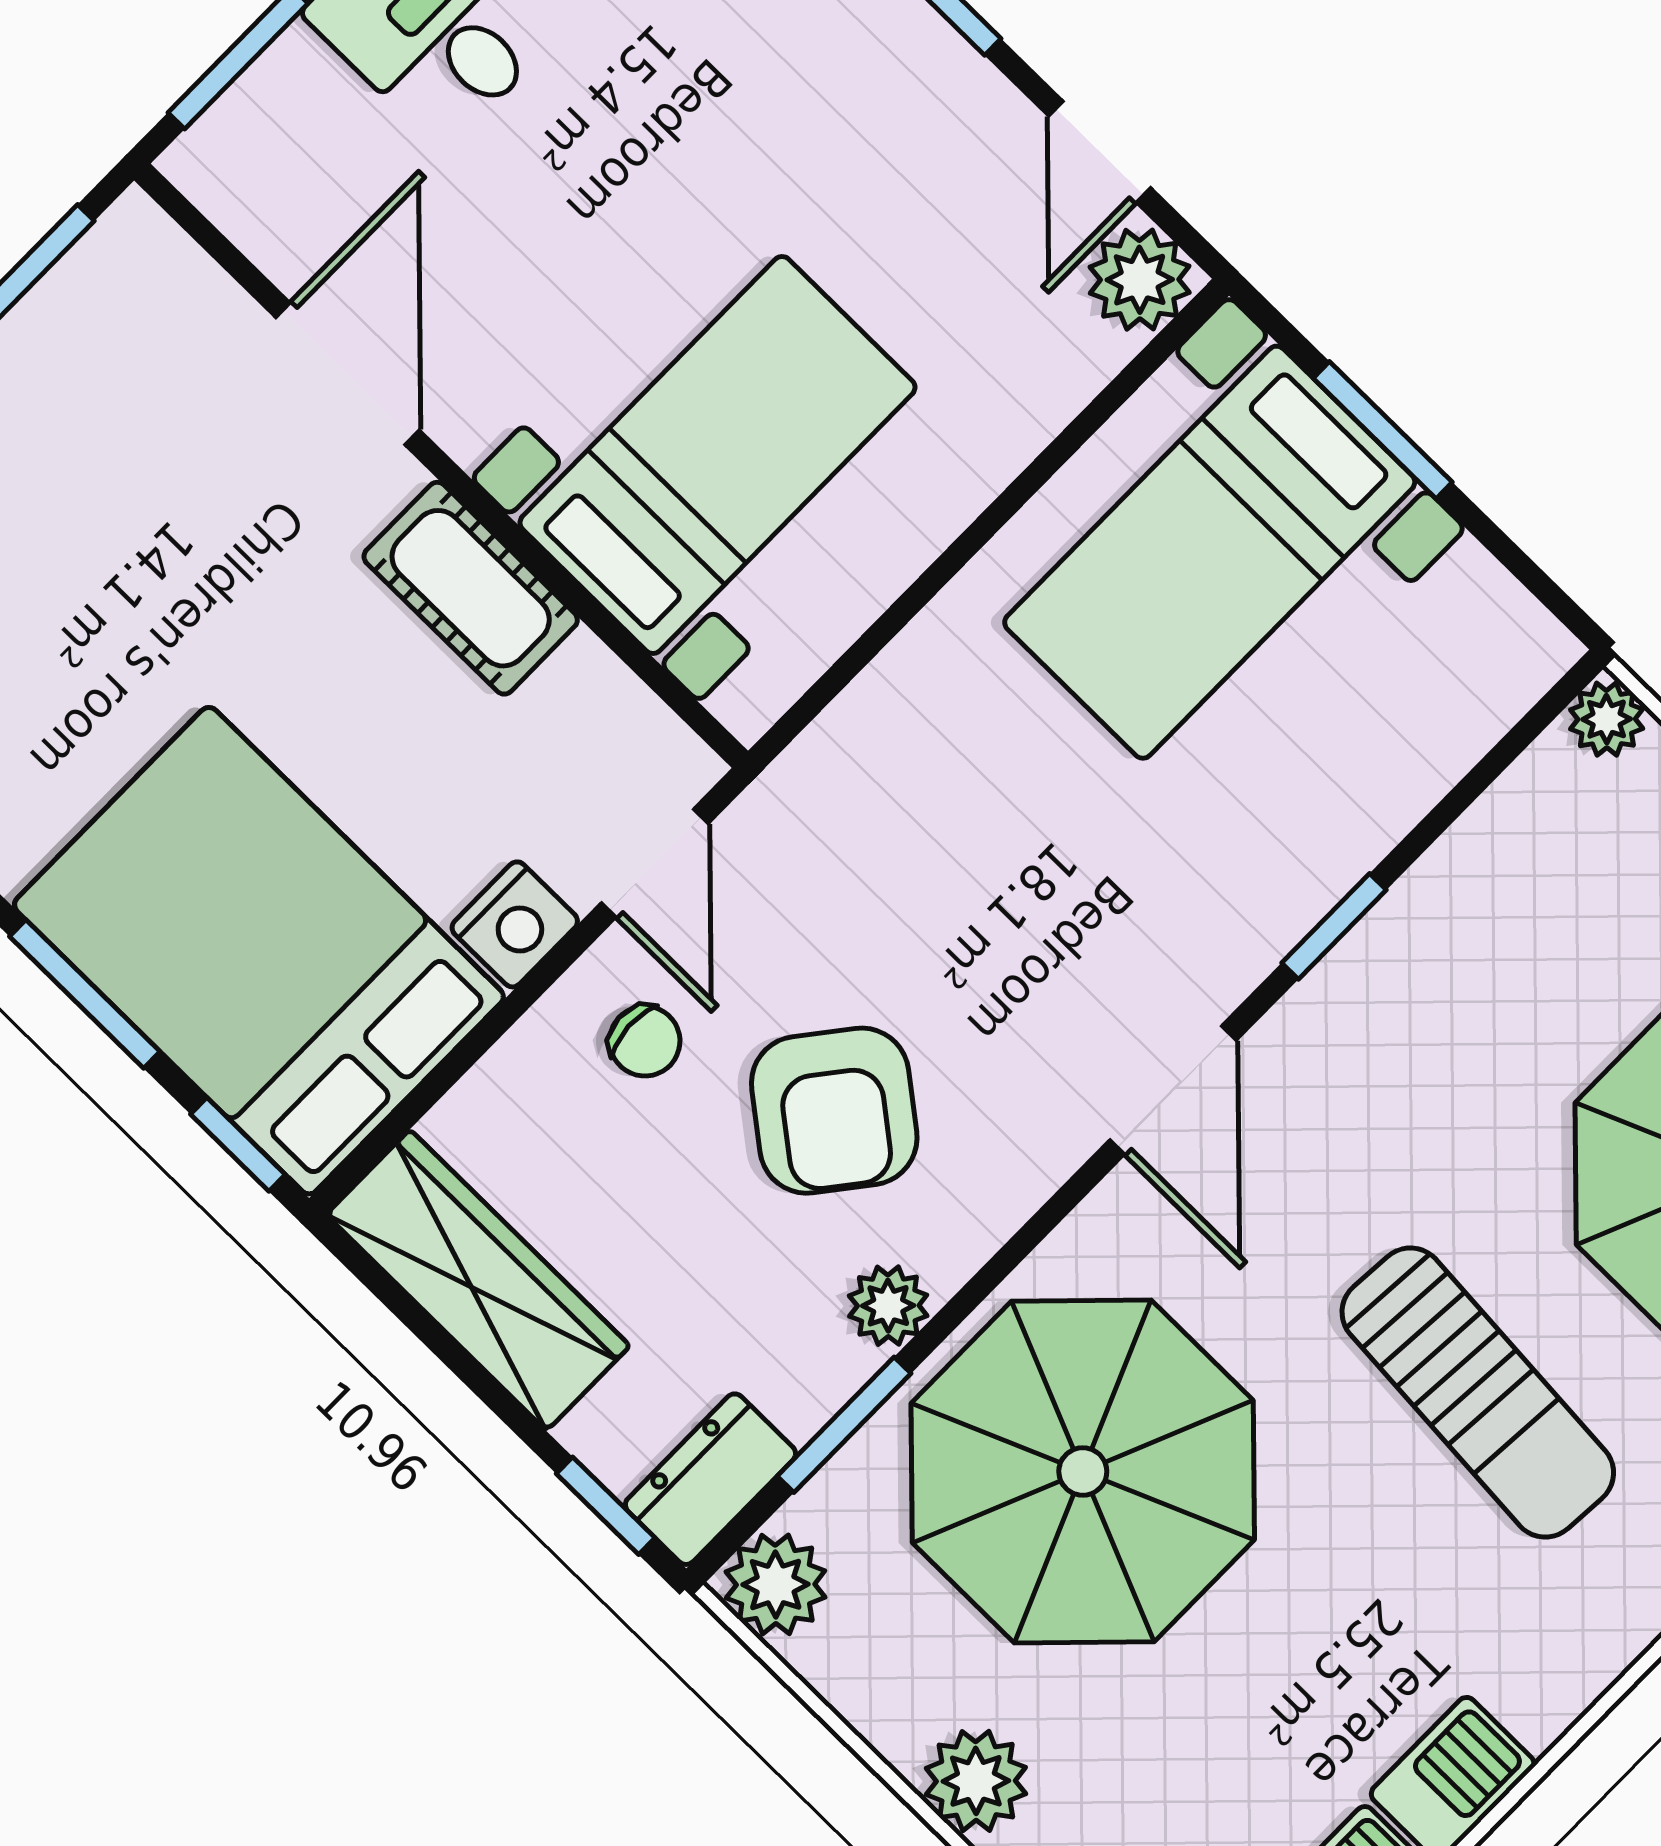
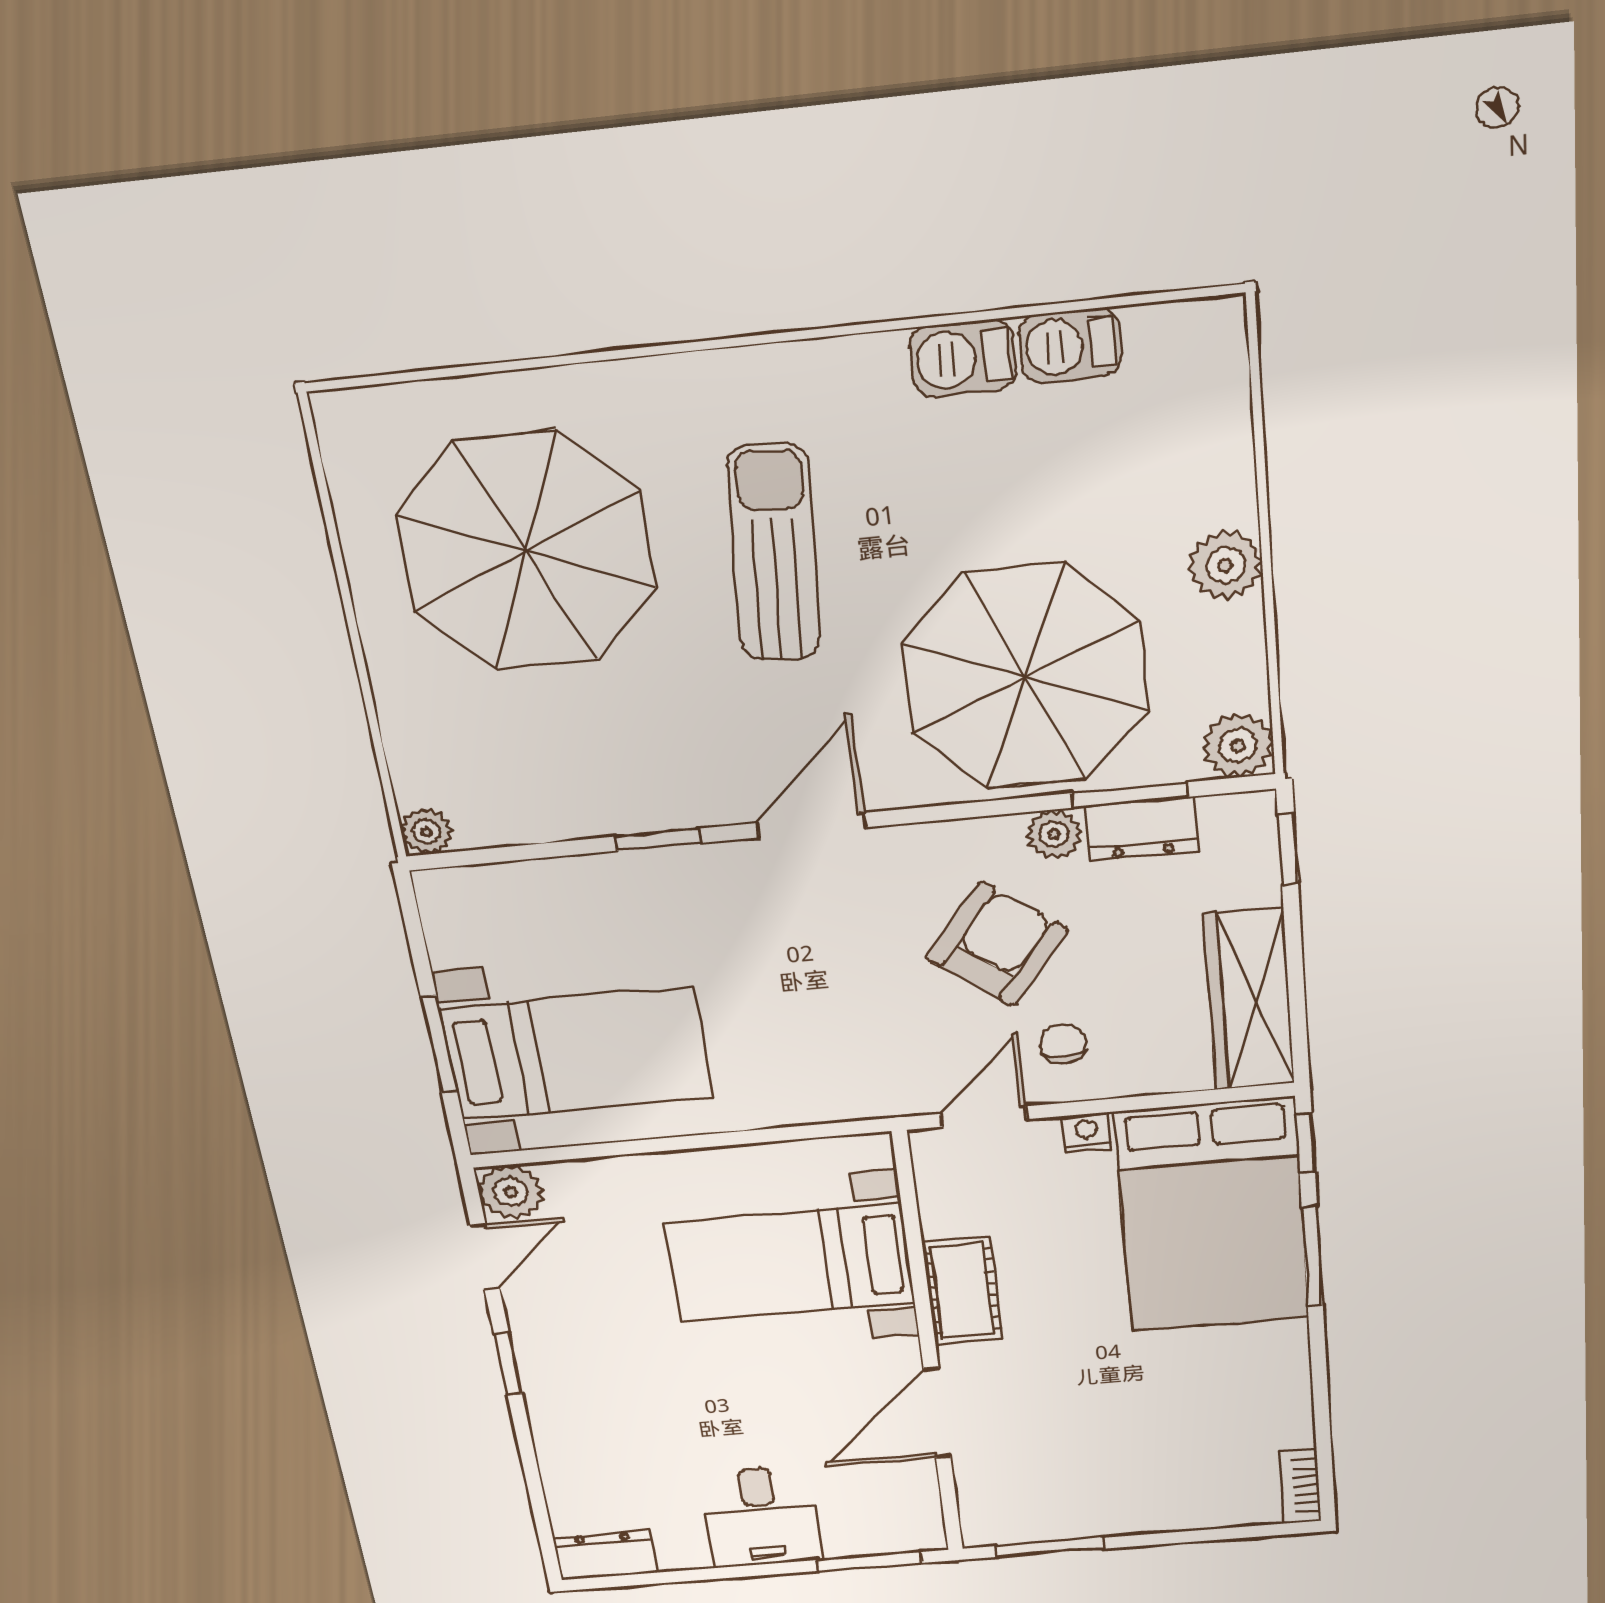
nightstand: (515, 924) -> (1086, 1132), width x0.72, depth x0.74
dresser: (710, 1479) -> (1142, 829), moved

